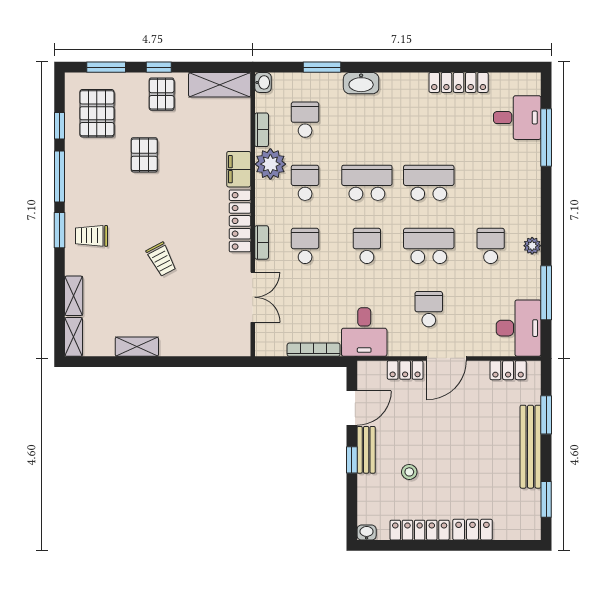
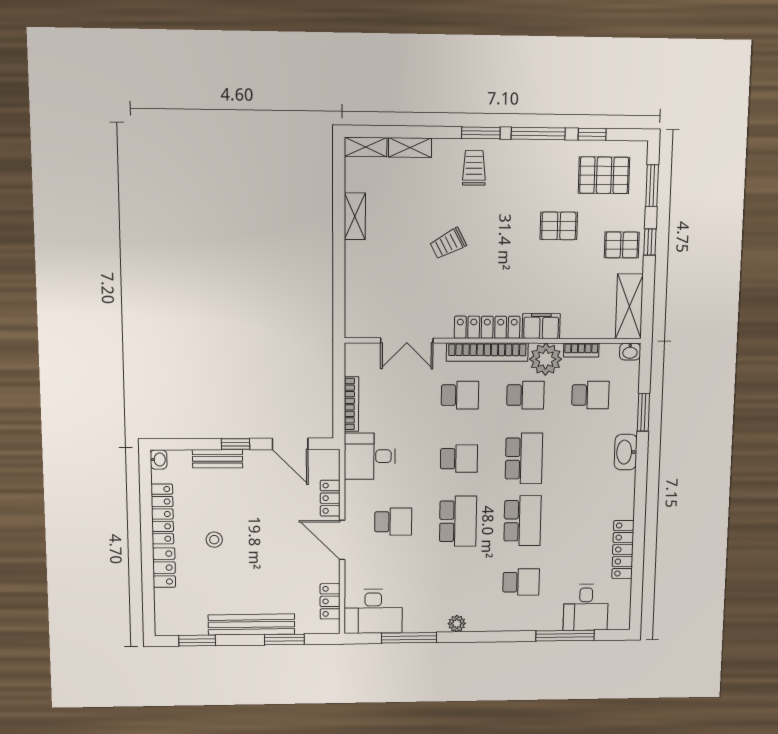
bookcase: (262, 242) -> (487, 352), width x2.31, depth x1.31
school desk: (491, 246) -> (521, 582), moved
bench: (366, 450) -> (218, 459), moved
stool: (409, 472) -> (214, 540), moved

